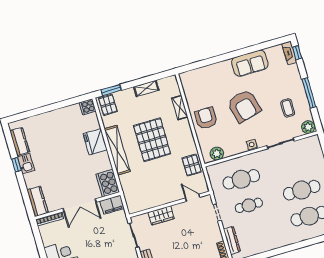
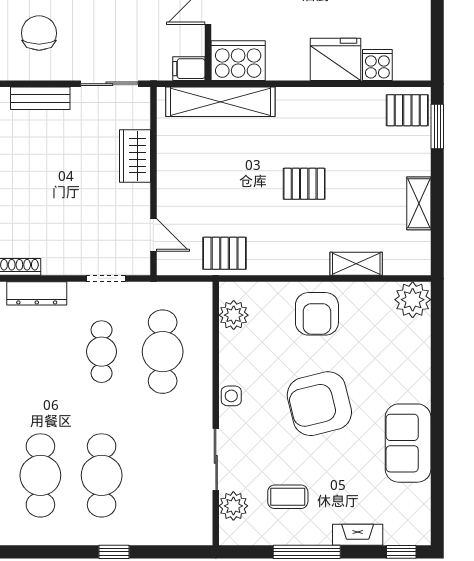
fireplace: (289, 53) -> (358, 535), moved
plant: (188, 79) -> (413, 300), added
cooker: (88, 107) -> (377, 65), moved
armchair: (206, 118) -> (317, 314), turned 90
plant: (308, 127) -> (233, 506), moved
pallet: (152, 140) -> (304, 184), width x0.49, depth x0.50
shelving: (117, 150) -> (220, 102), moved
door: (193, 198) -> (153, 235), hinge flipped
filing cabinet: (112, 205) -> (189, 69), width x0.50

